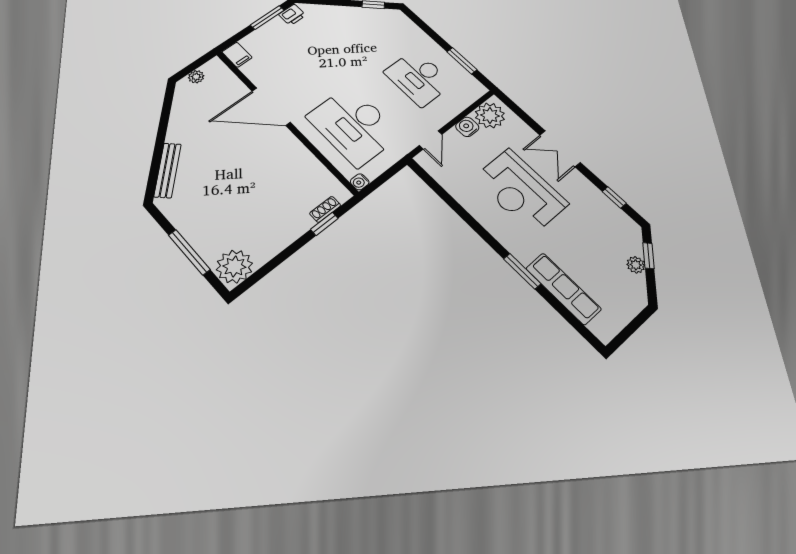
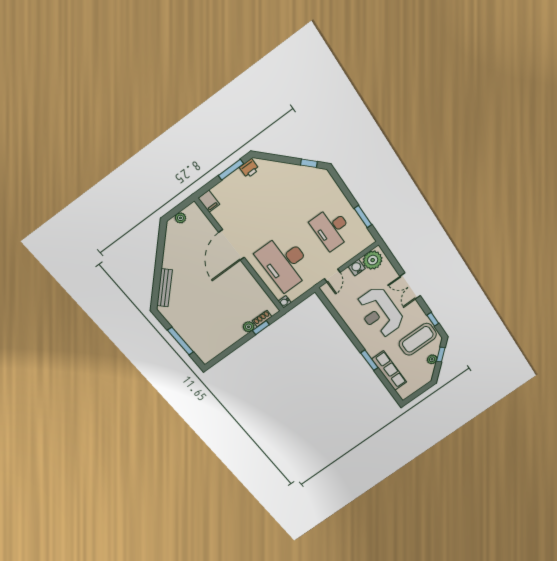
door: (271, 107) -> (232, 245), hinge flipped
coffee table: (599, 231) -> (418, 339), added
plant: (234, 267) -> (249, 327), moved, width x0.53, depth x0.53

